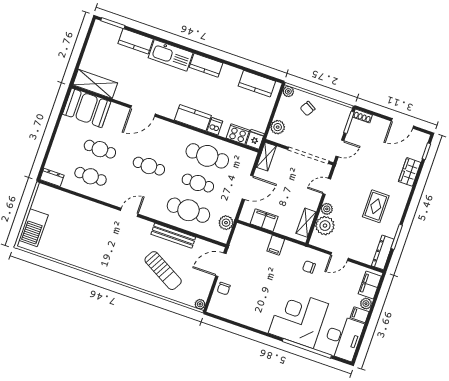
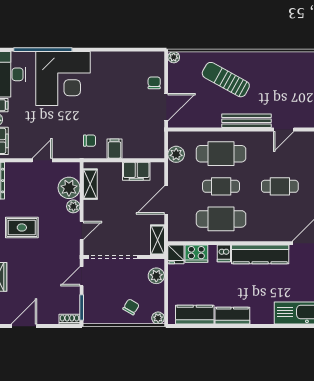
kitchen counter: (206, 65) -> (232, 316), moved
kitchen counter: (193, 118) -> (260, 254), width x1.50
rug: (376, 206) -> (22, 227), turned 90
bench: (173, 236) -> (246, 121), moved
chair: (309, 267) -> (90, 141), moved

